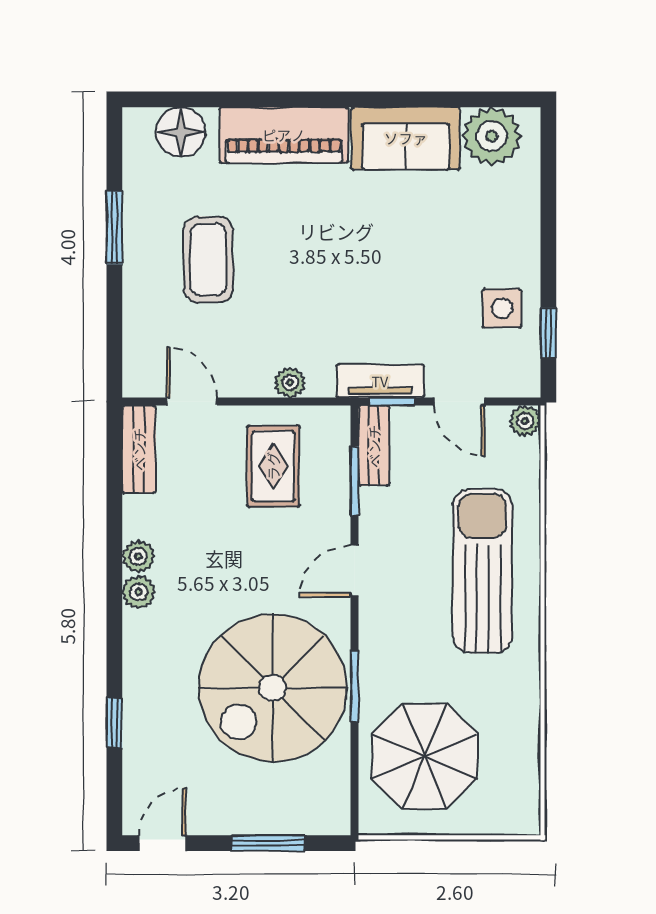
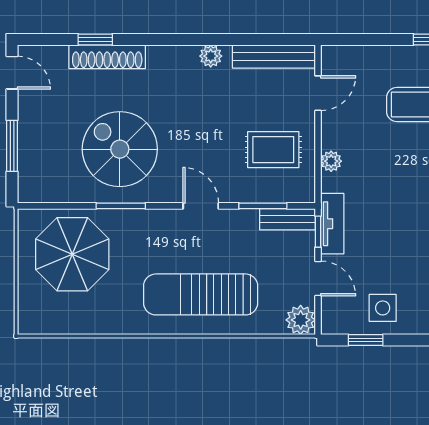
door: (459, 402) -> (318, 279), swing flipped
plant: (525, 421) -> (301, 320), width x1.38, depth x1.38
bench: (139, 449) -> (274, 56), width x1.36
sun lounger: (482, 571) -> (201, 294), turned 180
plant: (139, 592) -> (186, 56), removed
spiral stairs: (273, 688) -> (120, 149), width x0.73, depth x0.73
shoe rack: (139, 706) -> (107, 57), added

